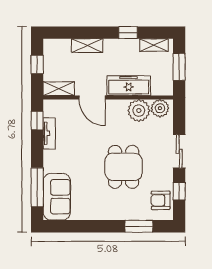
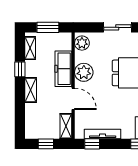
shelving: (87, 46) -> (31, 90), moved
door: (92, 98) -> (73, 99), hinge flipped
plant: (139, 110) -> (84, 72), moved
tv unit: (49, 133) -> (103, 134), width x1.41

